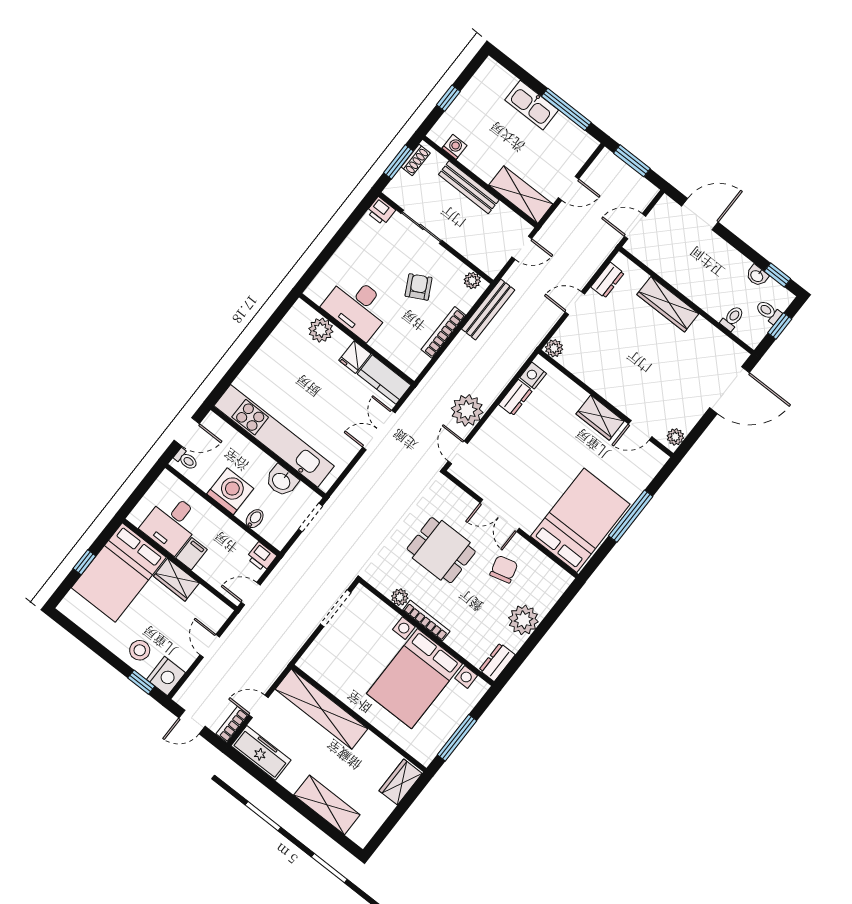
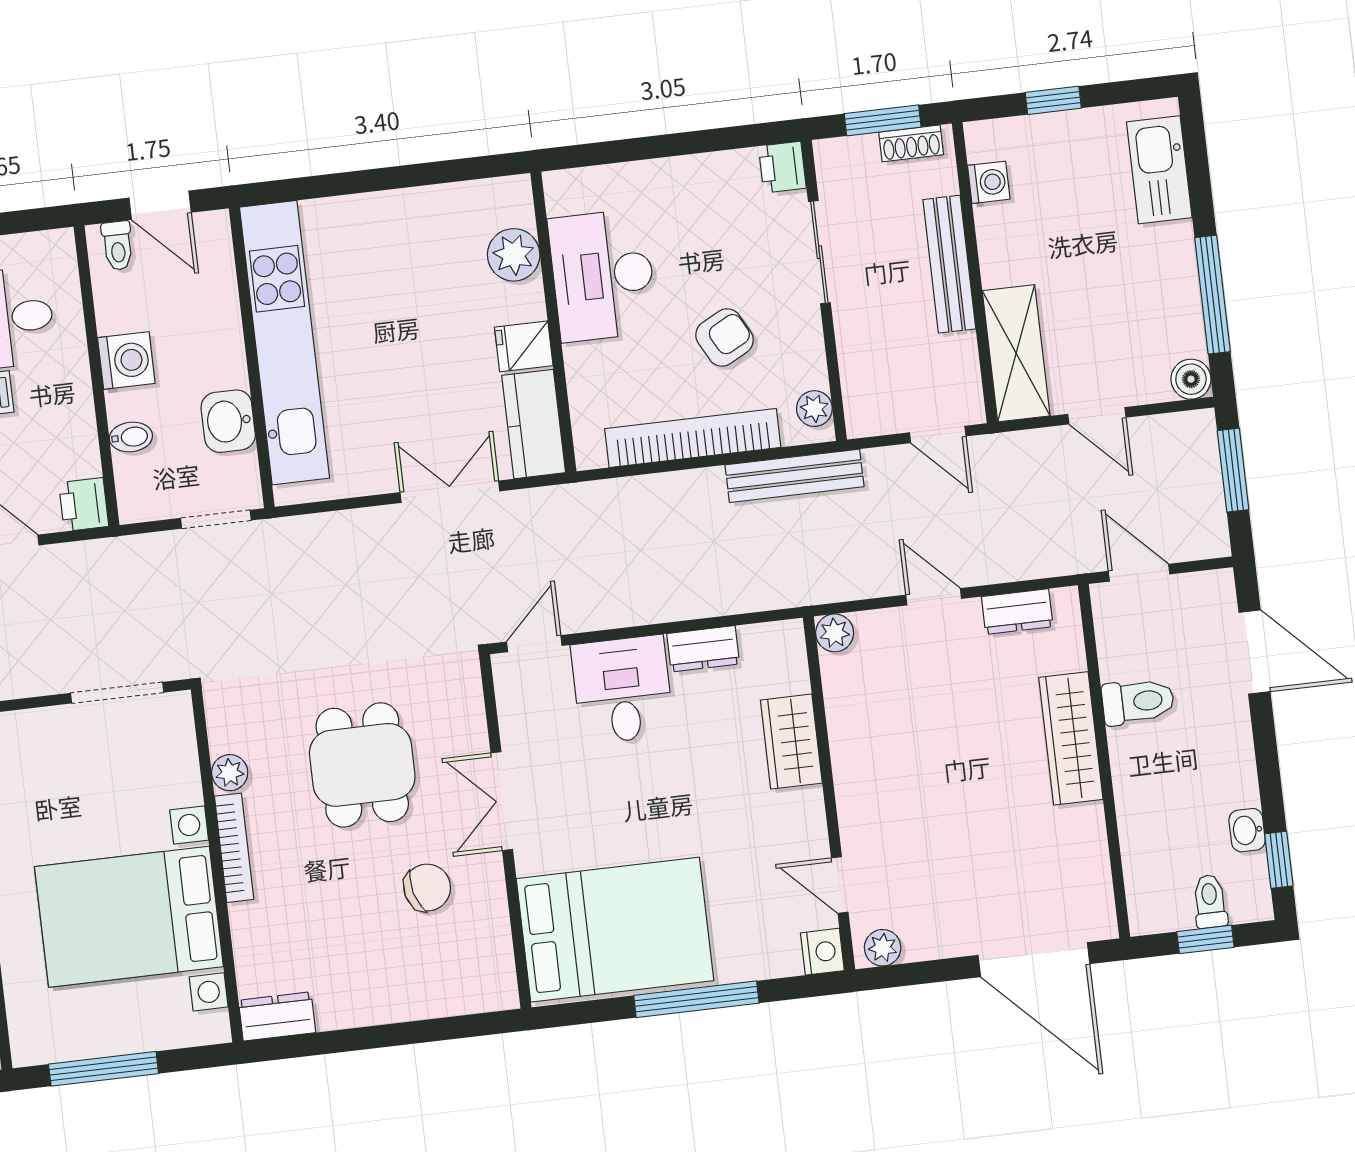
kitchen sink: (532, 105) -> (1159, 170), moved
boiler: (588, 145) -> (1191, 379), added
toilet: (732, 318) -> (1138, 702), moved, width x1.37, depth x1.39
bookcase: (443, 332) -> (693, 438), width x1.48, depth x1.31
nightstand: (533, 376) -> (822, 952), moved, turned 90
plant: (467, 410) -> (611, 595), removed
wardrobe: (600, 418) -> (791, 742), moved
desk: (503, 438) -> (622, 690), added
washing machine: (230, 491) -> (126, 360), width x0.73, depth x0.73
plant: (523, 620) -> (380, 993), removed

